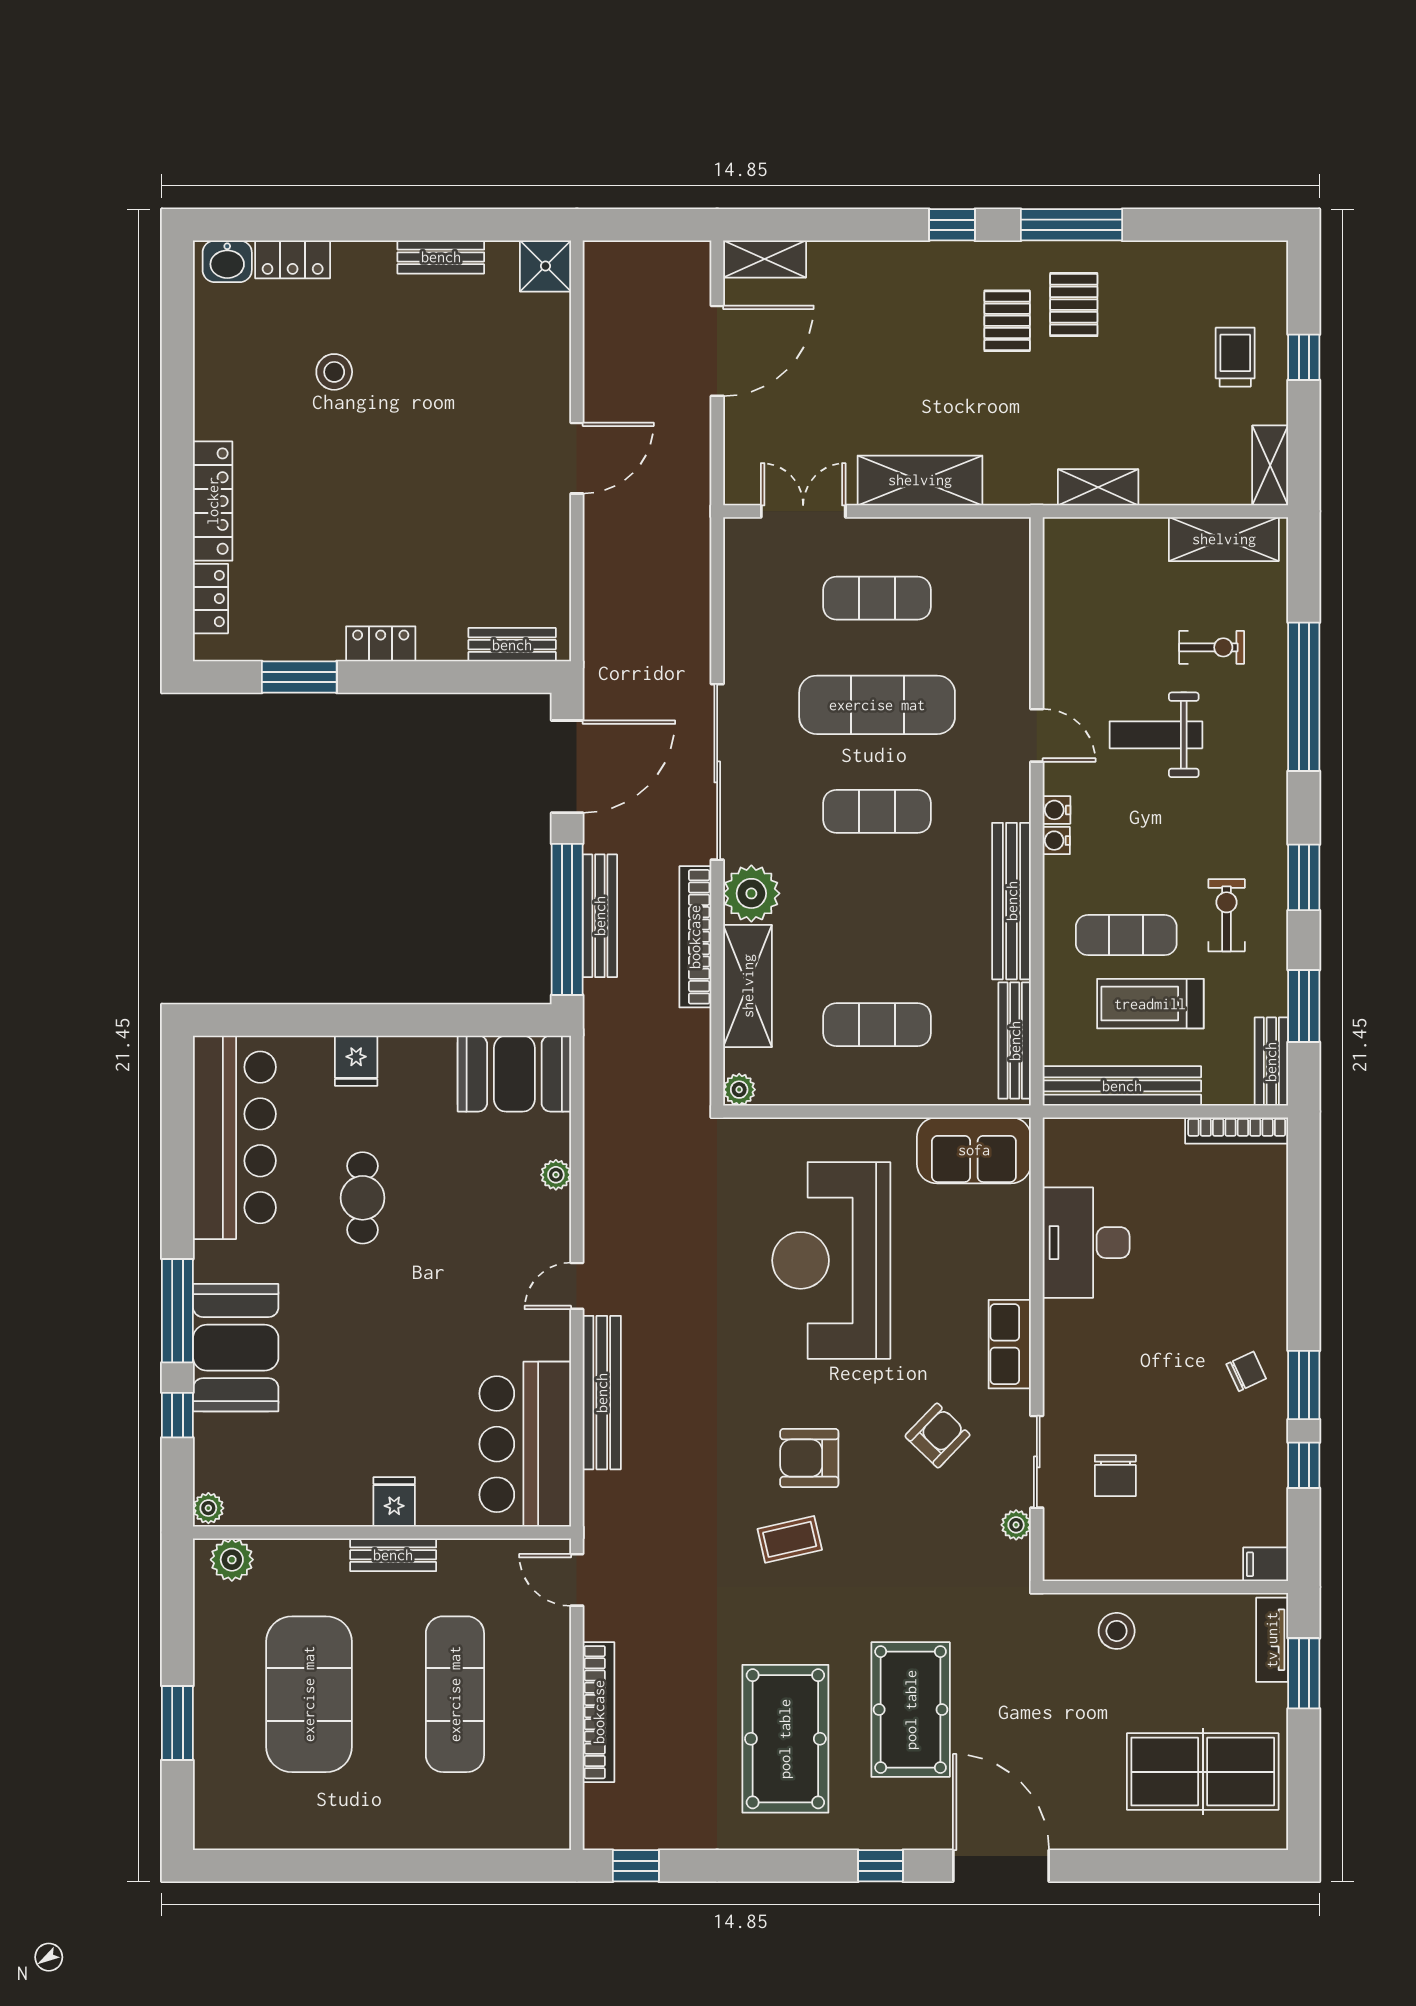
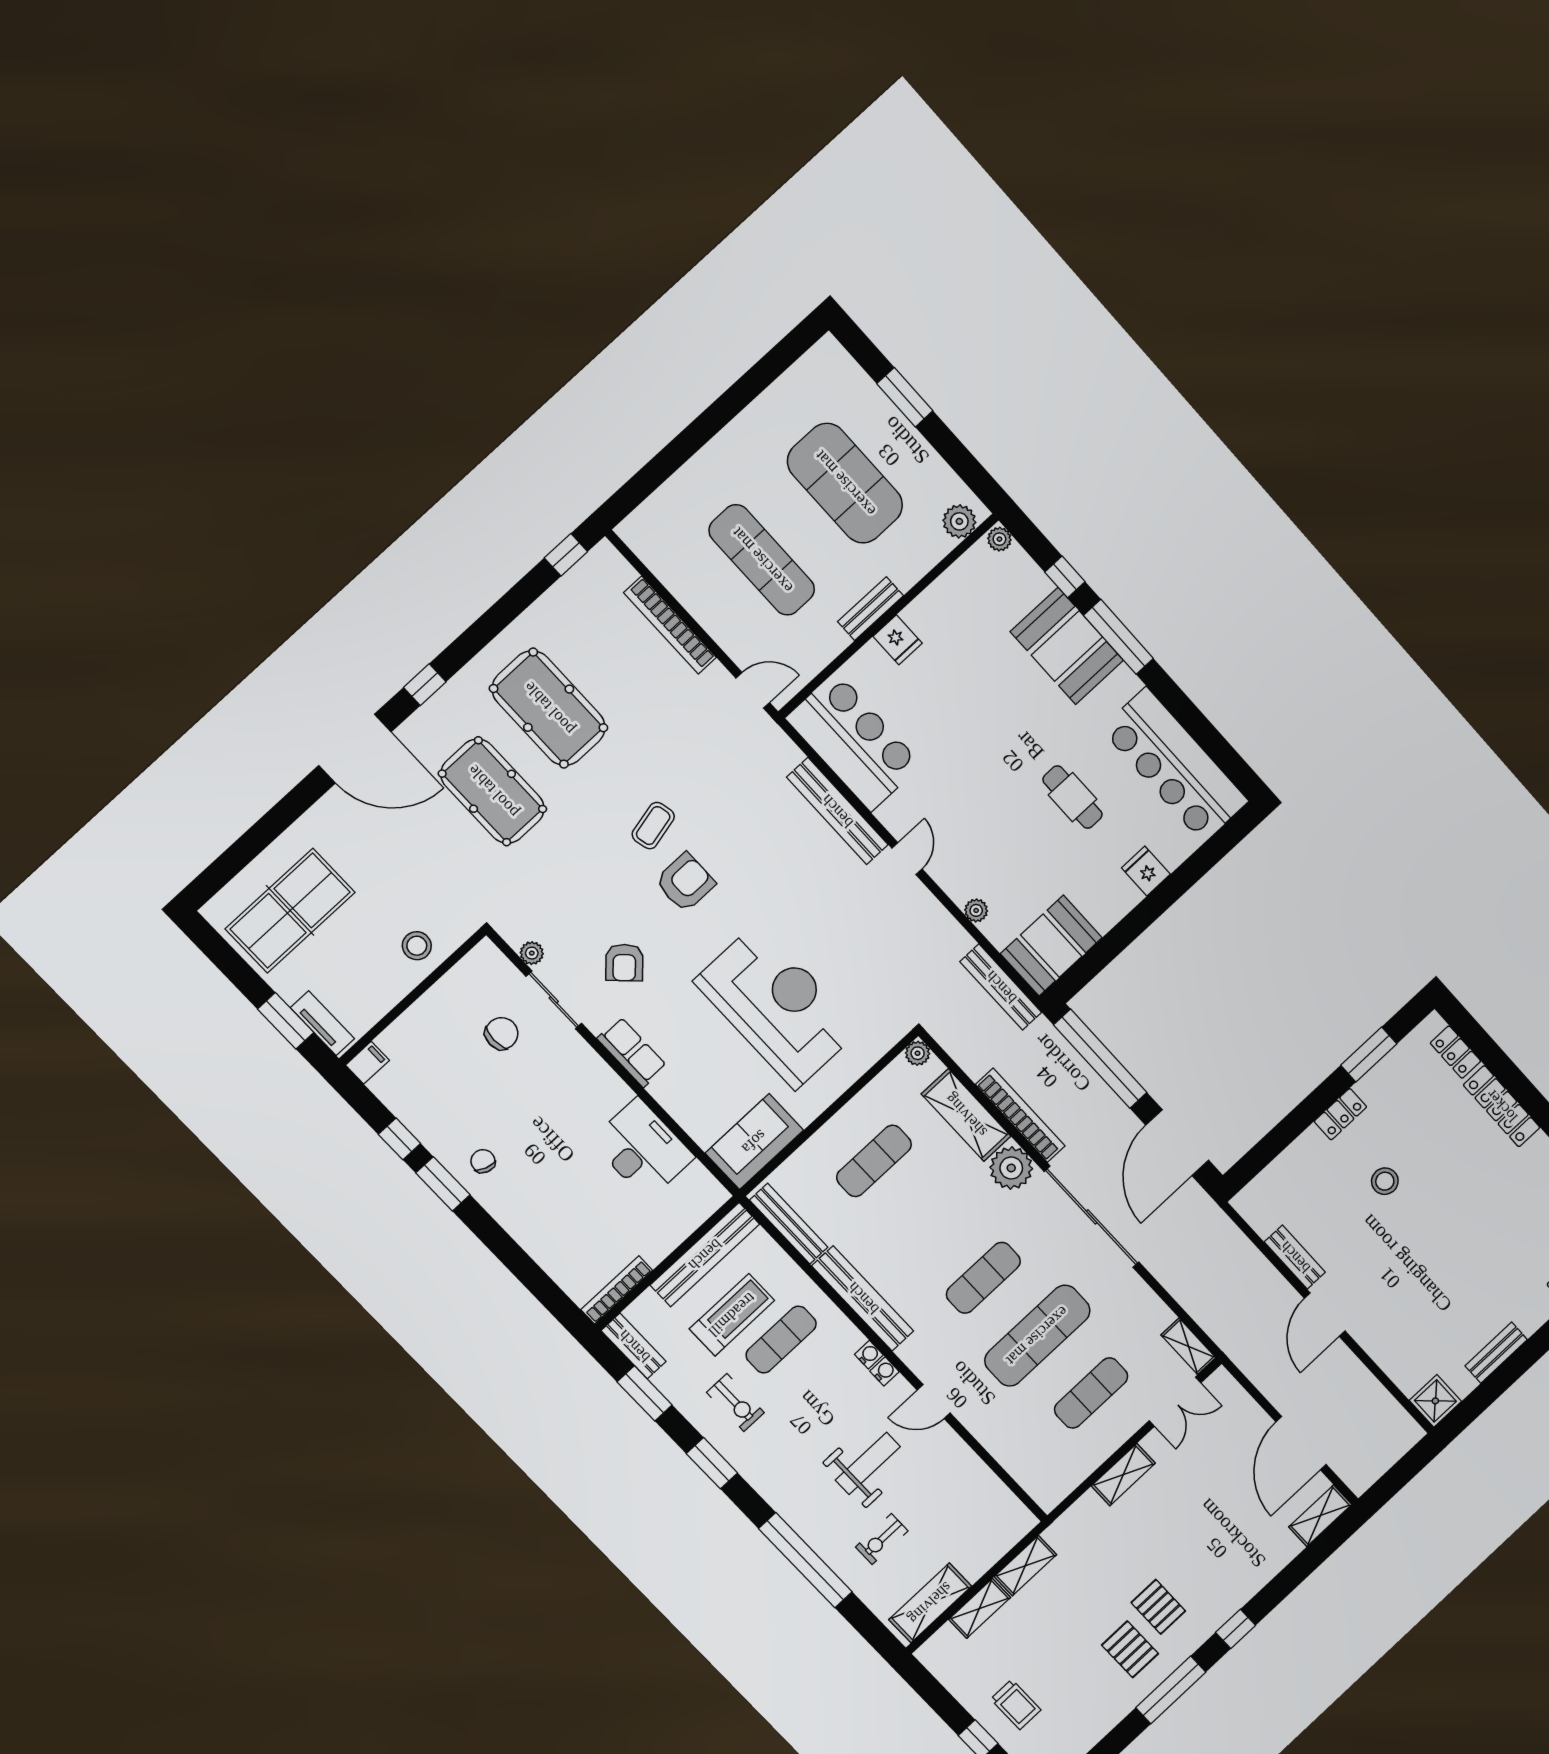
stool: (334, 372) -> (1385, 1181), moved
shelving: (1270, 465) -> (980, 1608), moved, turned 90
shelving: (920, 480) -> (1123, 1475), width x0.67, depth x0.75
shelving: (740, 554) -> (1188, 1346), added
bench: (512, 645) -> (1295, 1257), moved, turned 90
bench: (600, 916) -> (1001, 987), moved
chair: (1246, 1371) -> (483, 1161), turned 134
chair: (1115, 1476) -> (502, 1033), turned 90

